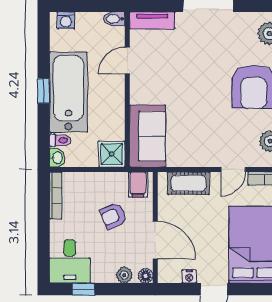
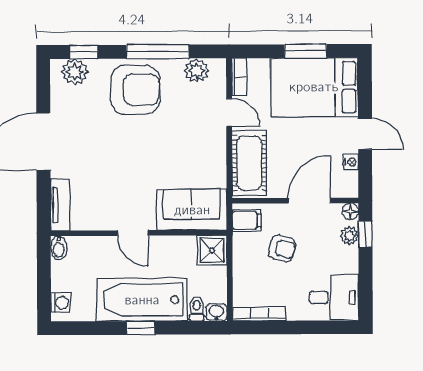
door: (127, 61) -> (133, 233), moved
cot: (189, 183) -> (249, 163), width x1.37, depth x1.34
armchair: (113, 216) -> (282, 248), turned -53
window: (83, 289) -> (365, 234), moved

